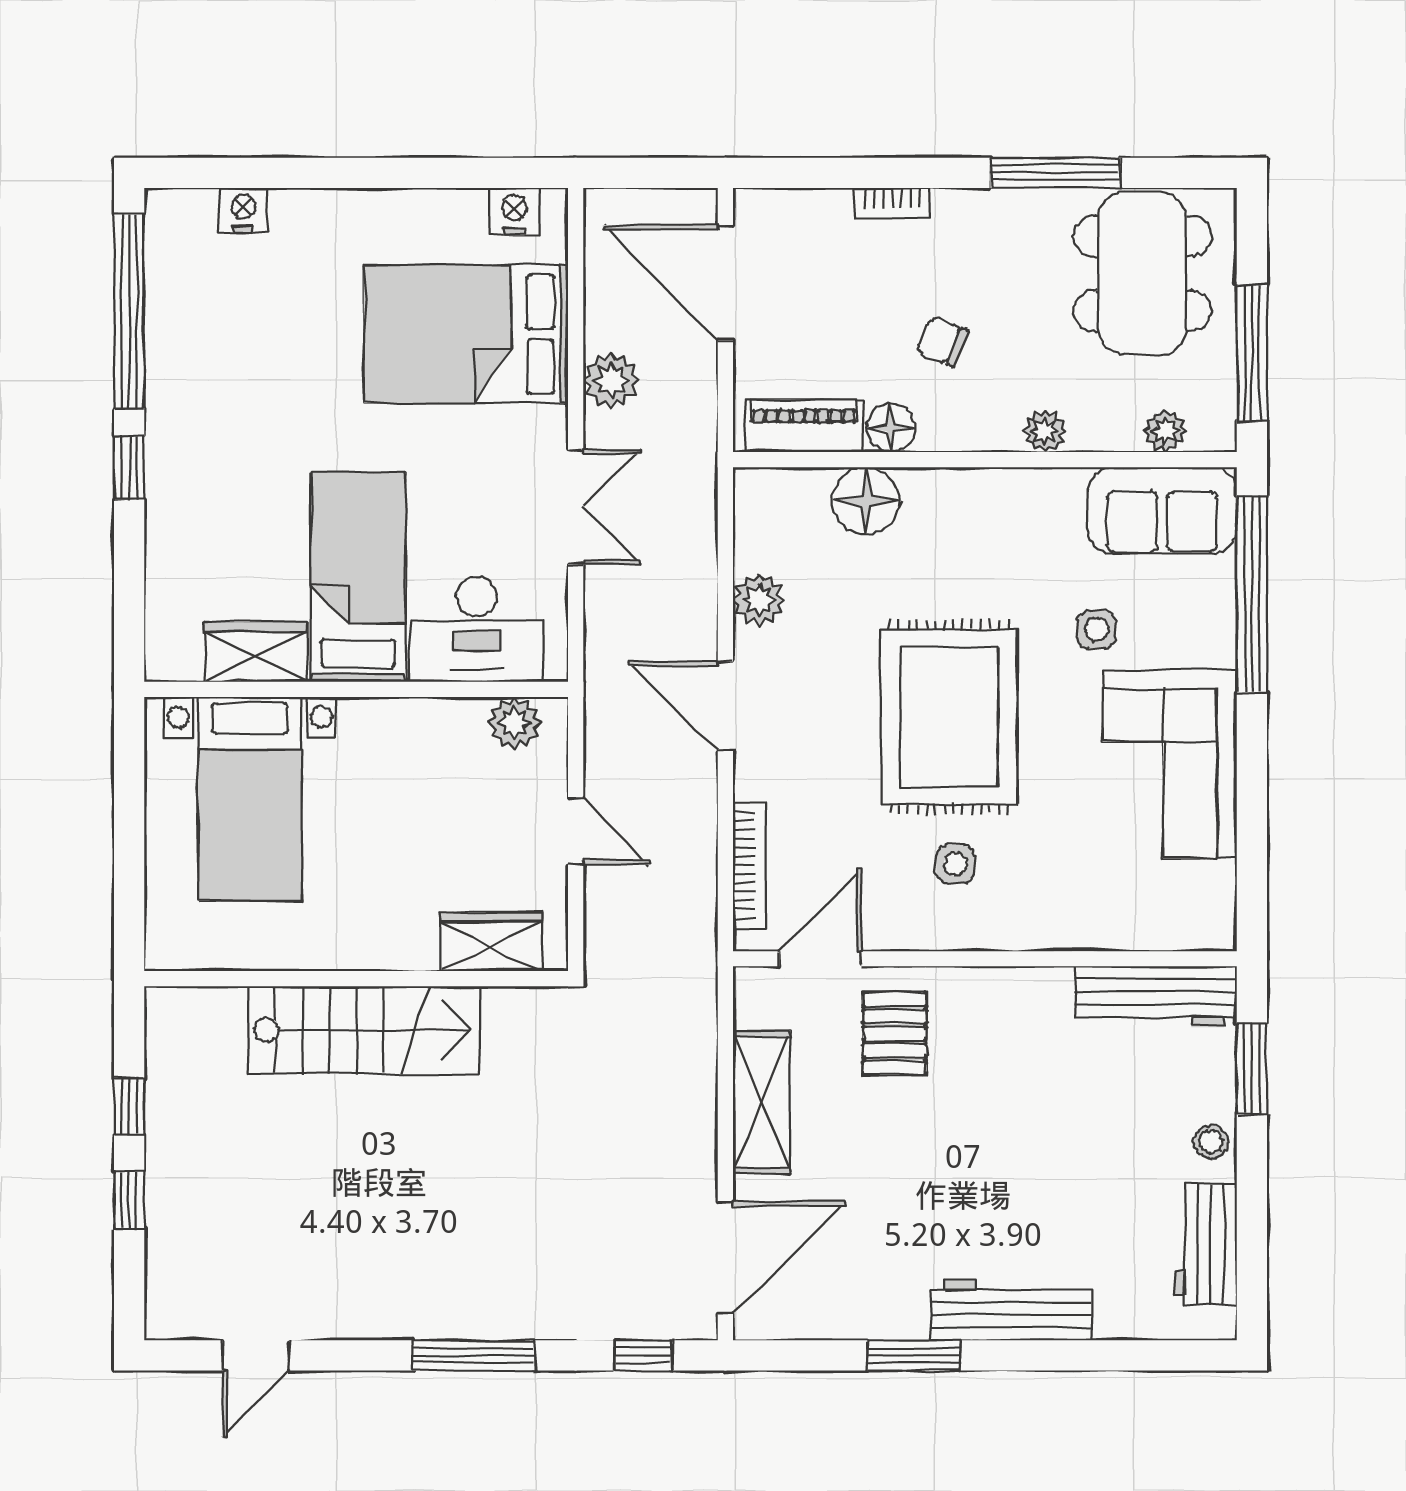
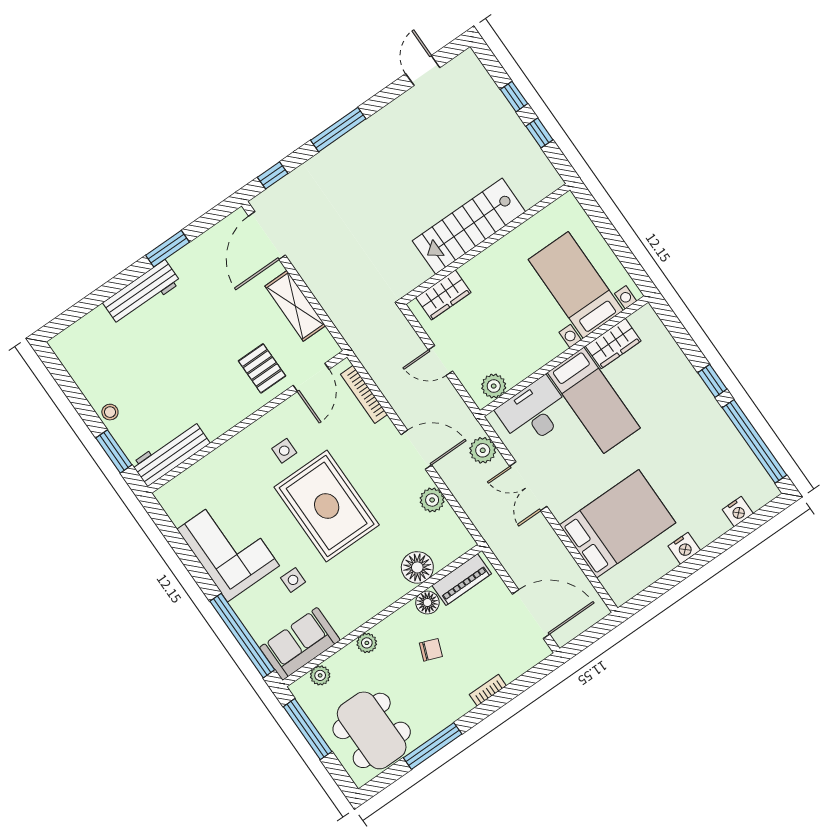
nightstand: (514, 211) -> (684, 548), moved
plant: (611, 380) -> (483, 450), moved
workbench: (1206, 1244) -> (84, 371), removed

